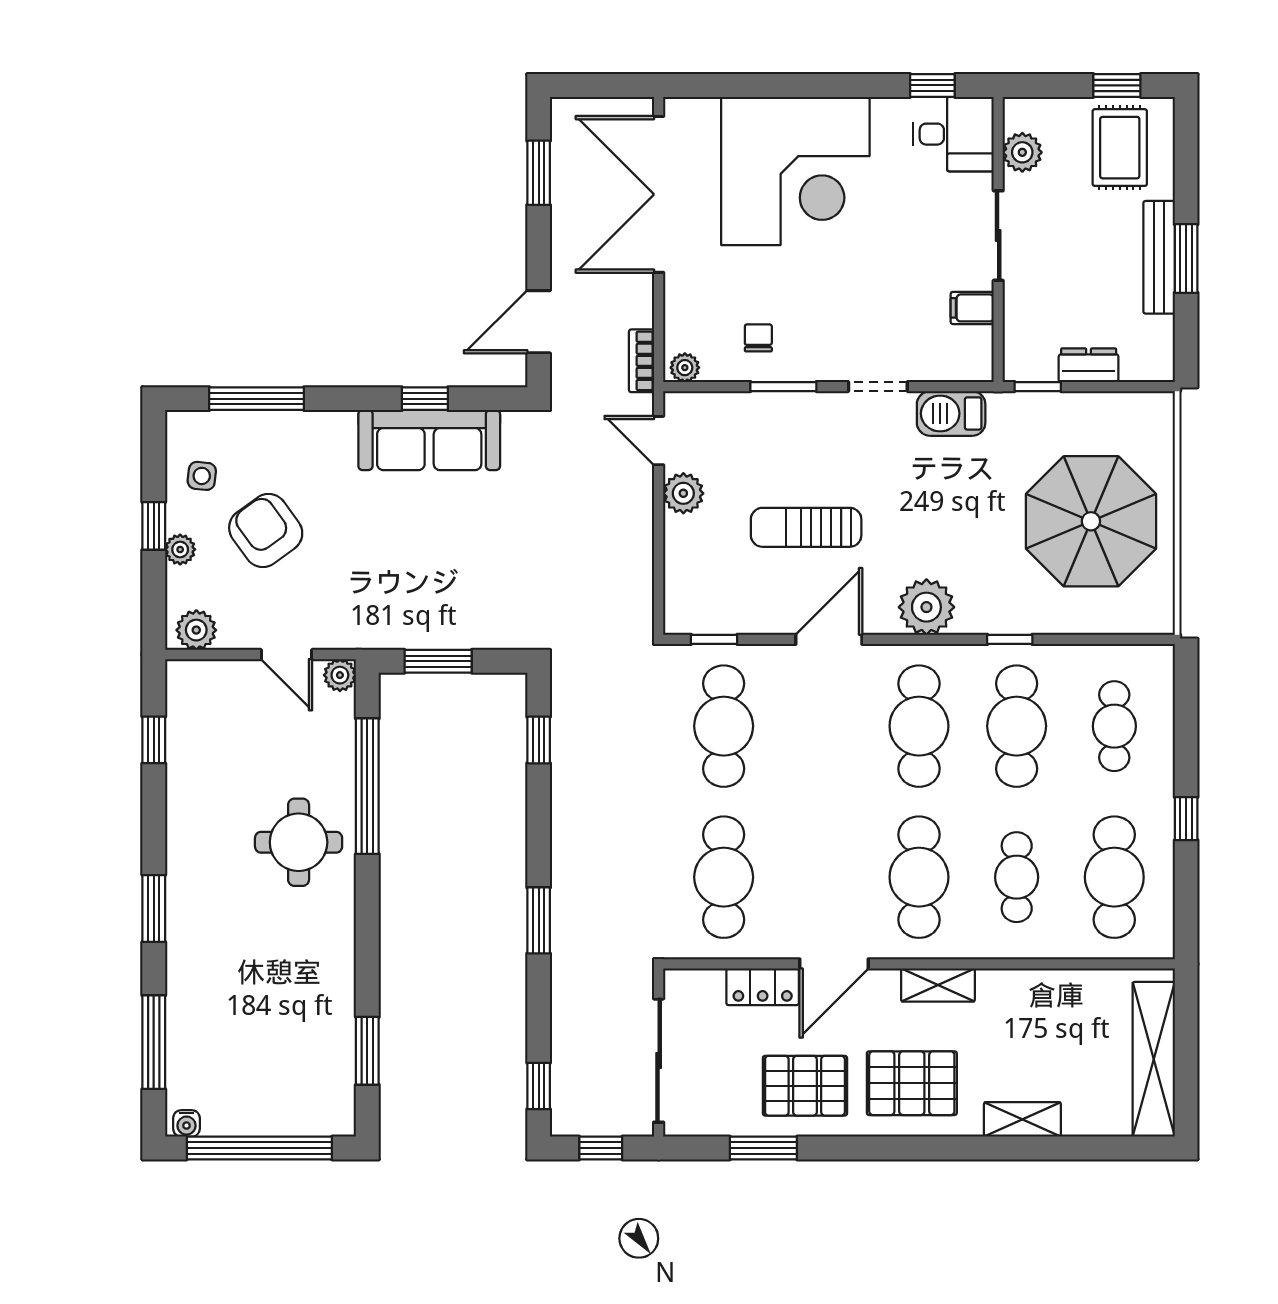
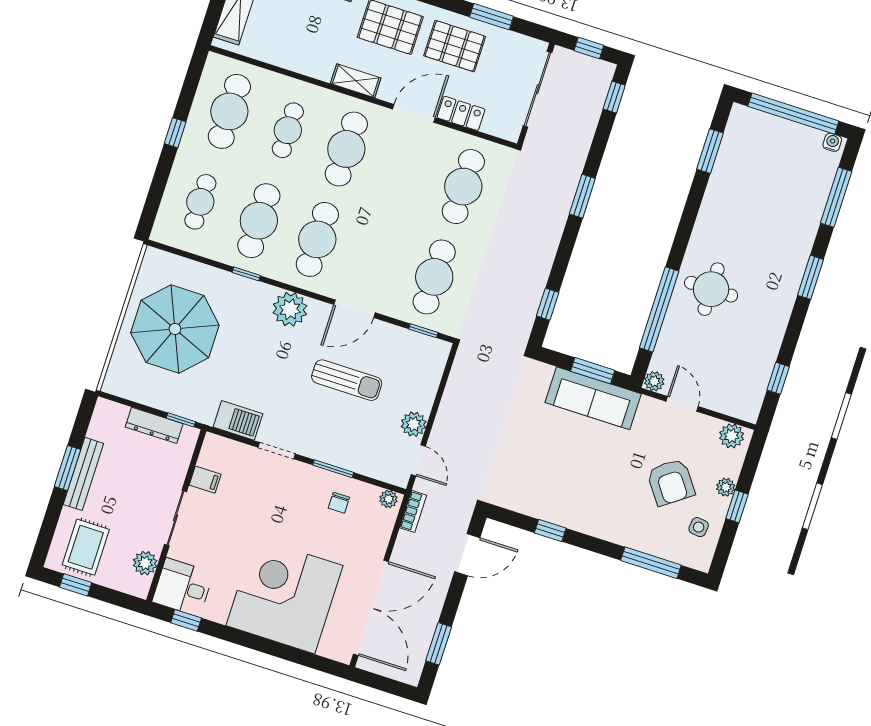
dresser: (1089, 365) -> (154, 425), width x1.44
sofa: (429, 440) -> (593, 398), moved, turned 180

